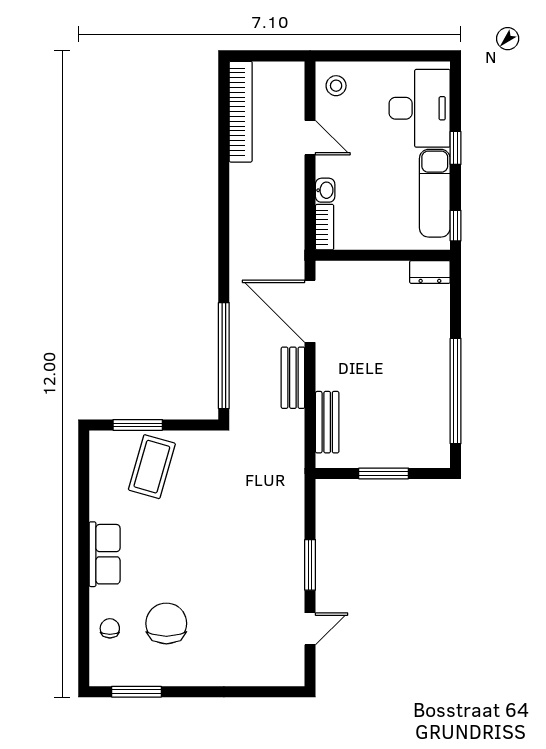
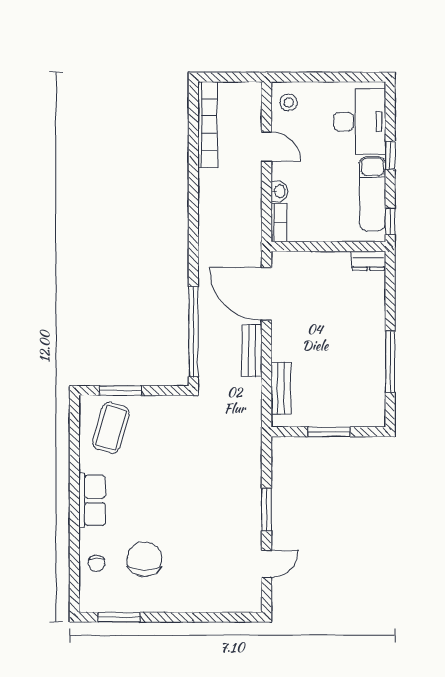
window: (456, 391) -> (390, 362), width x0.68
coffee table: (152, 467) -> (111, 428), moved
chair: (110, 628) -> (96, 563), turned 180

